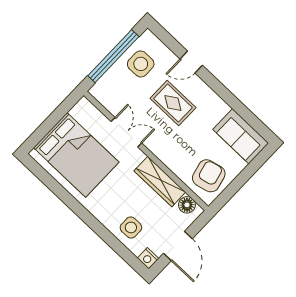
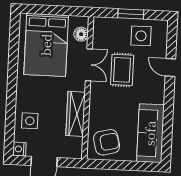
window: (113, 56) -> (131, 14), width x0.47
rug: (173, 103) -> (122, 70), moved
sofa: (241, 136) -> (150, 133), width x1.36
floor lamp: (187, 205) -> (81, 34), moved

